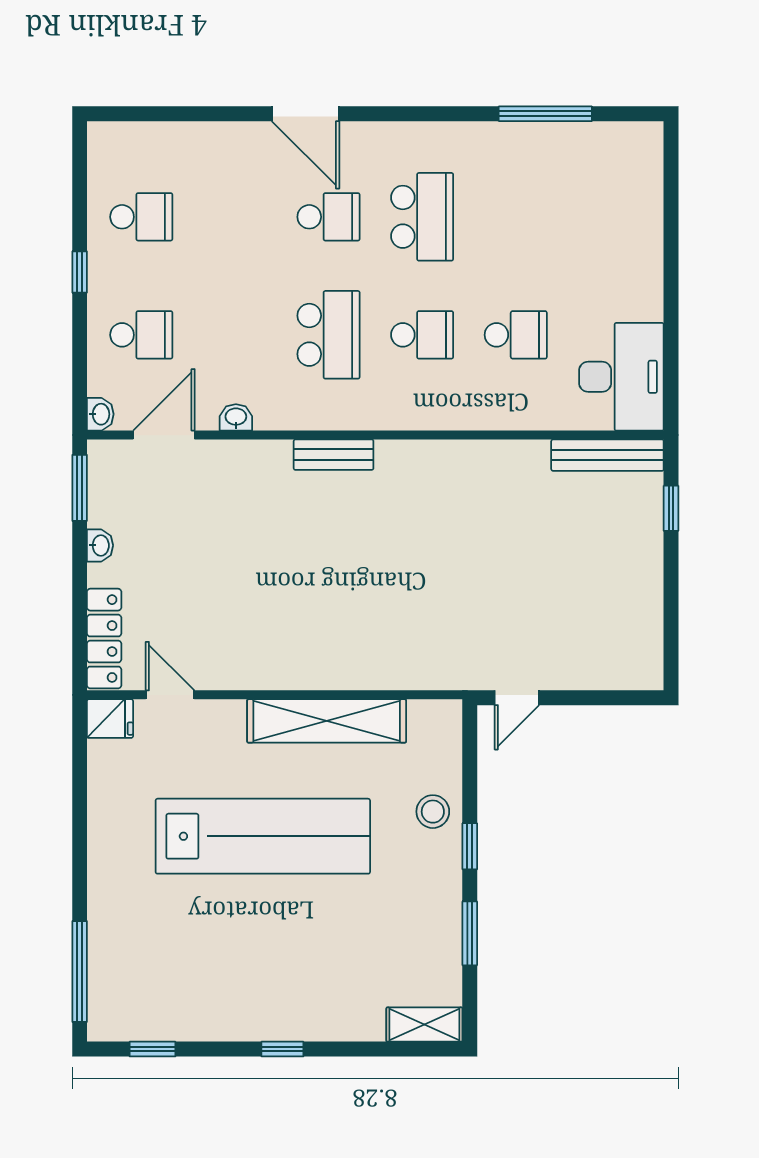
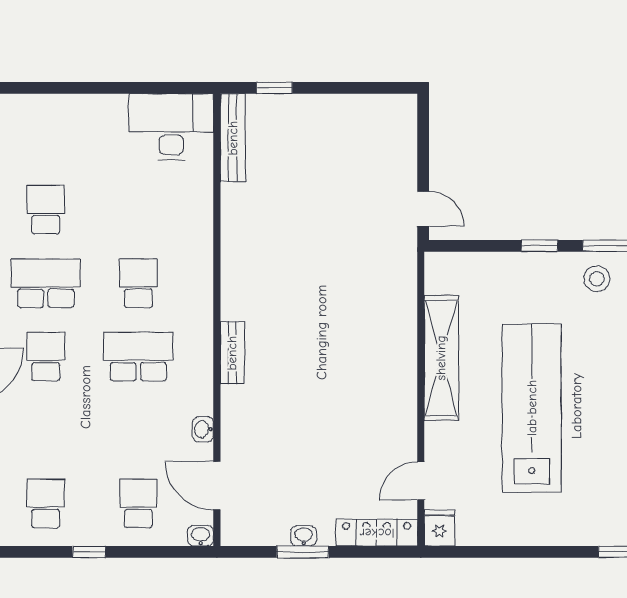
school desk: (516, 335) -> (46, 210), moved
window: (80, 488) -> (303, 552), moved
stool: (433, 812) -> (597, 279), moved

